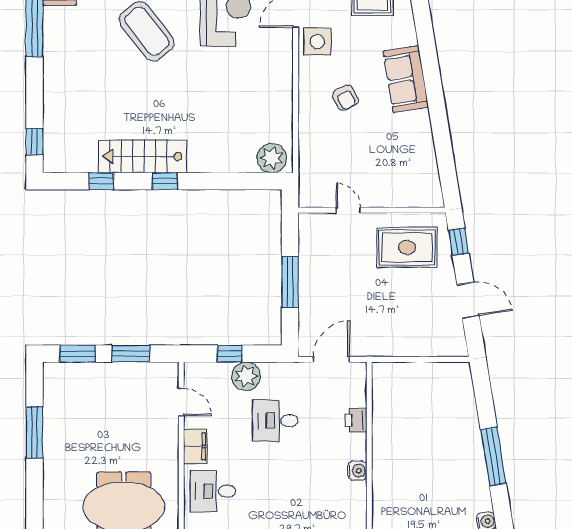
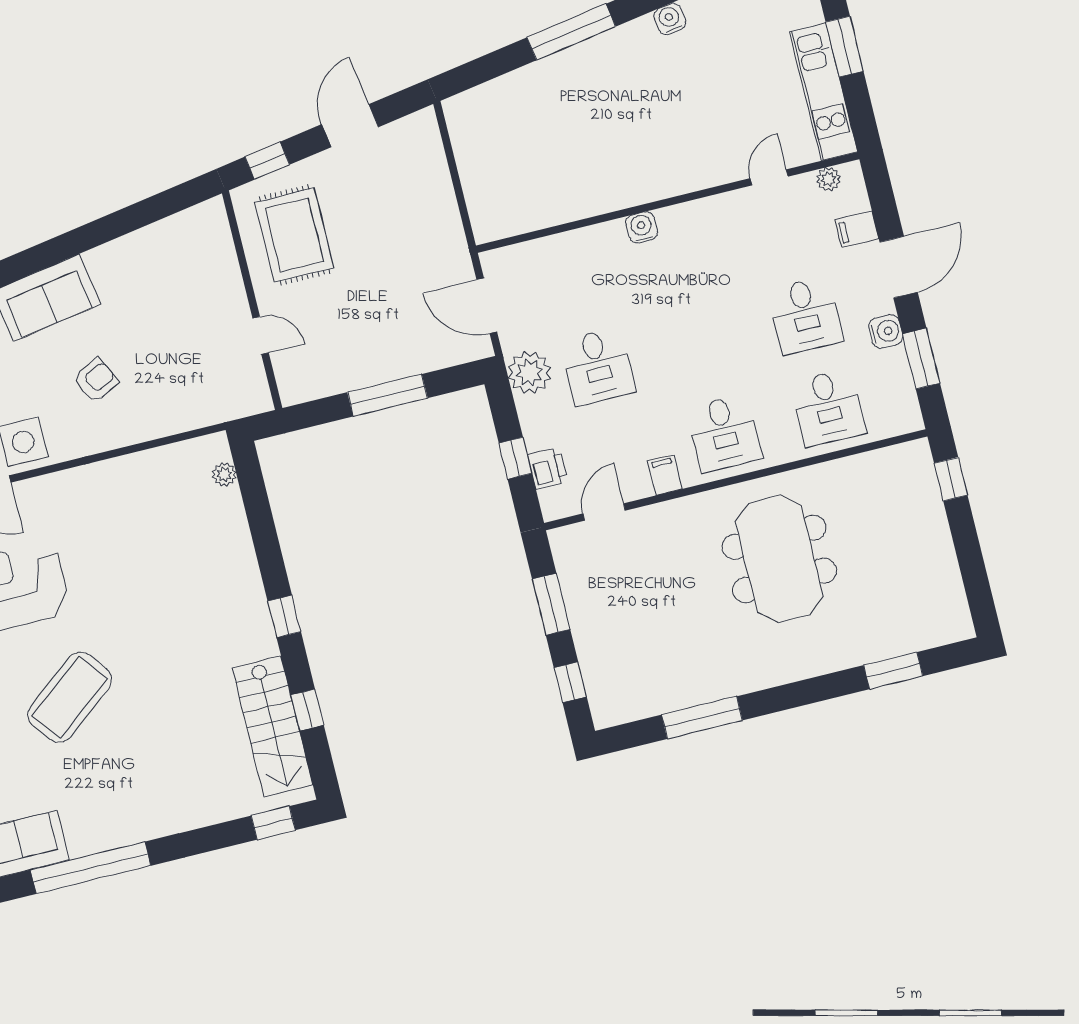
stairs: (143, 156) -> (273, 727), moved
plant: (272, 158) -> (224, 474), width x0.53, depth x0.53
door: (348, 210) -> (261, 335), swing flipped
window: (78, 354) -> (570, 682), width x0.67
plant: (246, 376) -> (529, 372), moved
printer: (356, 420) -> (547, 468), moved, turned -90
filing cabinet: (195, 446) -> (665, 475), width x0.50

